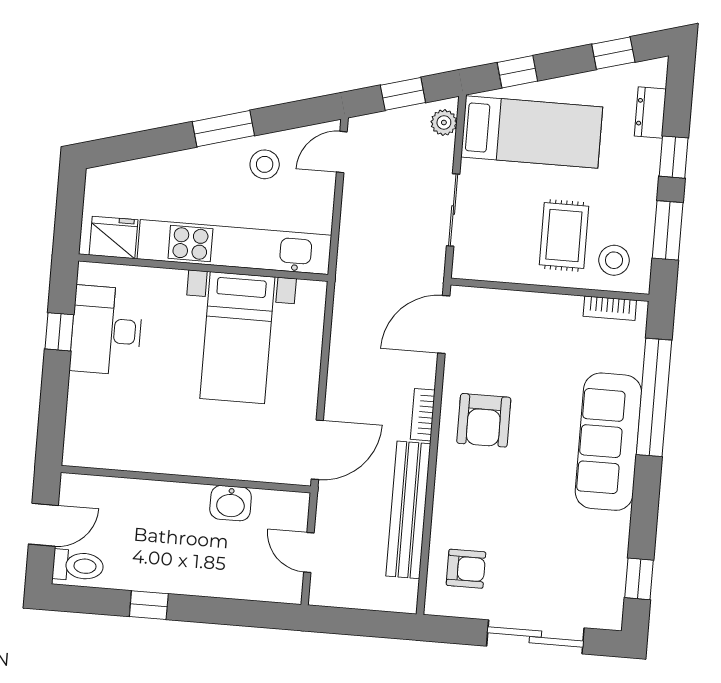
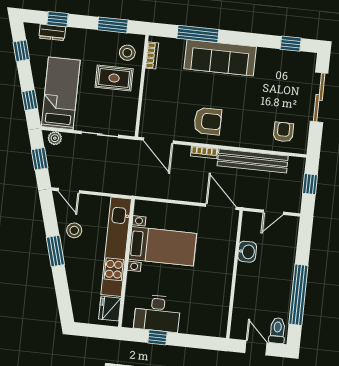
window: (674, 157) -> (58, 19), moved
window: (654, 397) -> (198, 34), width x0.68
window: (149, 605) -> (298, 295), width x3.17
window: (366, 623) -> (310, 184), added

